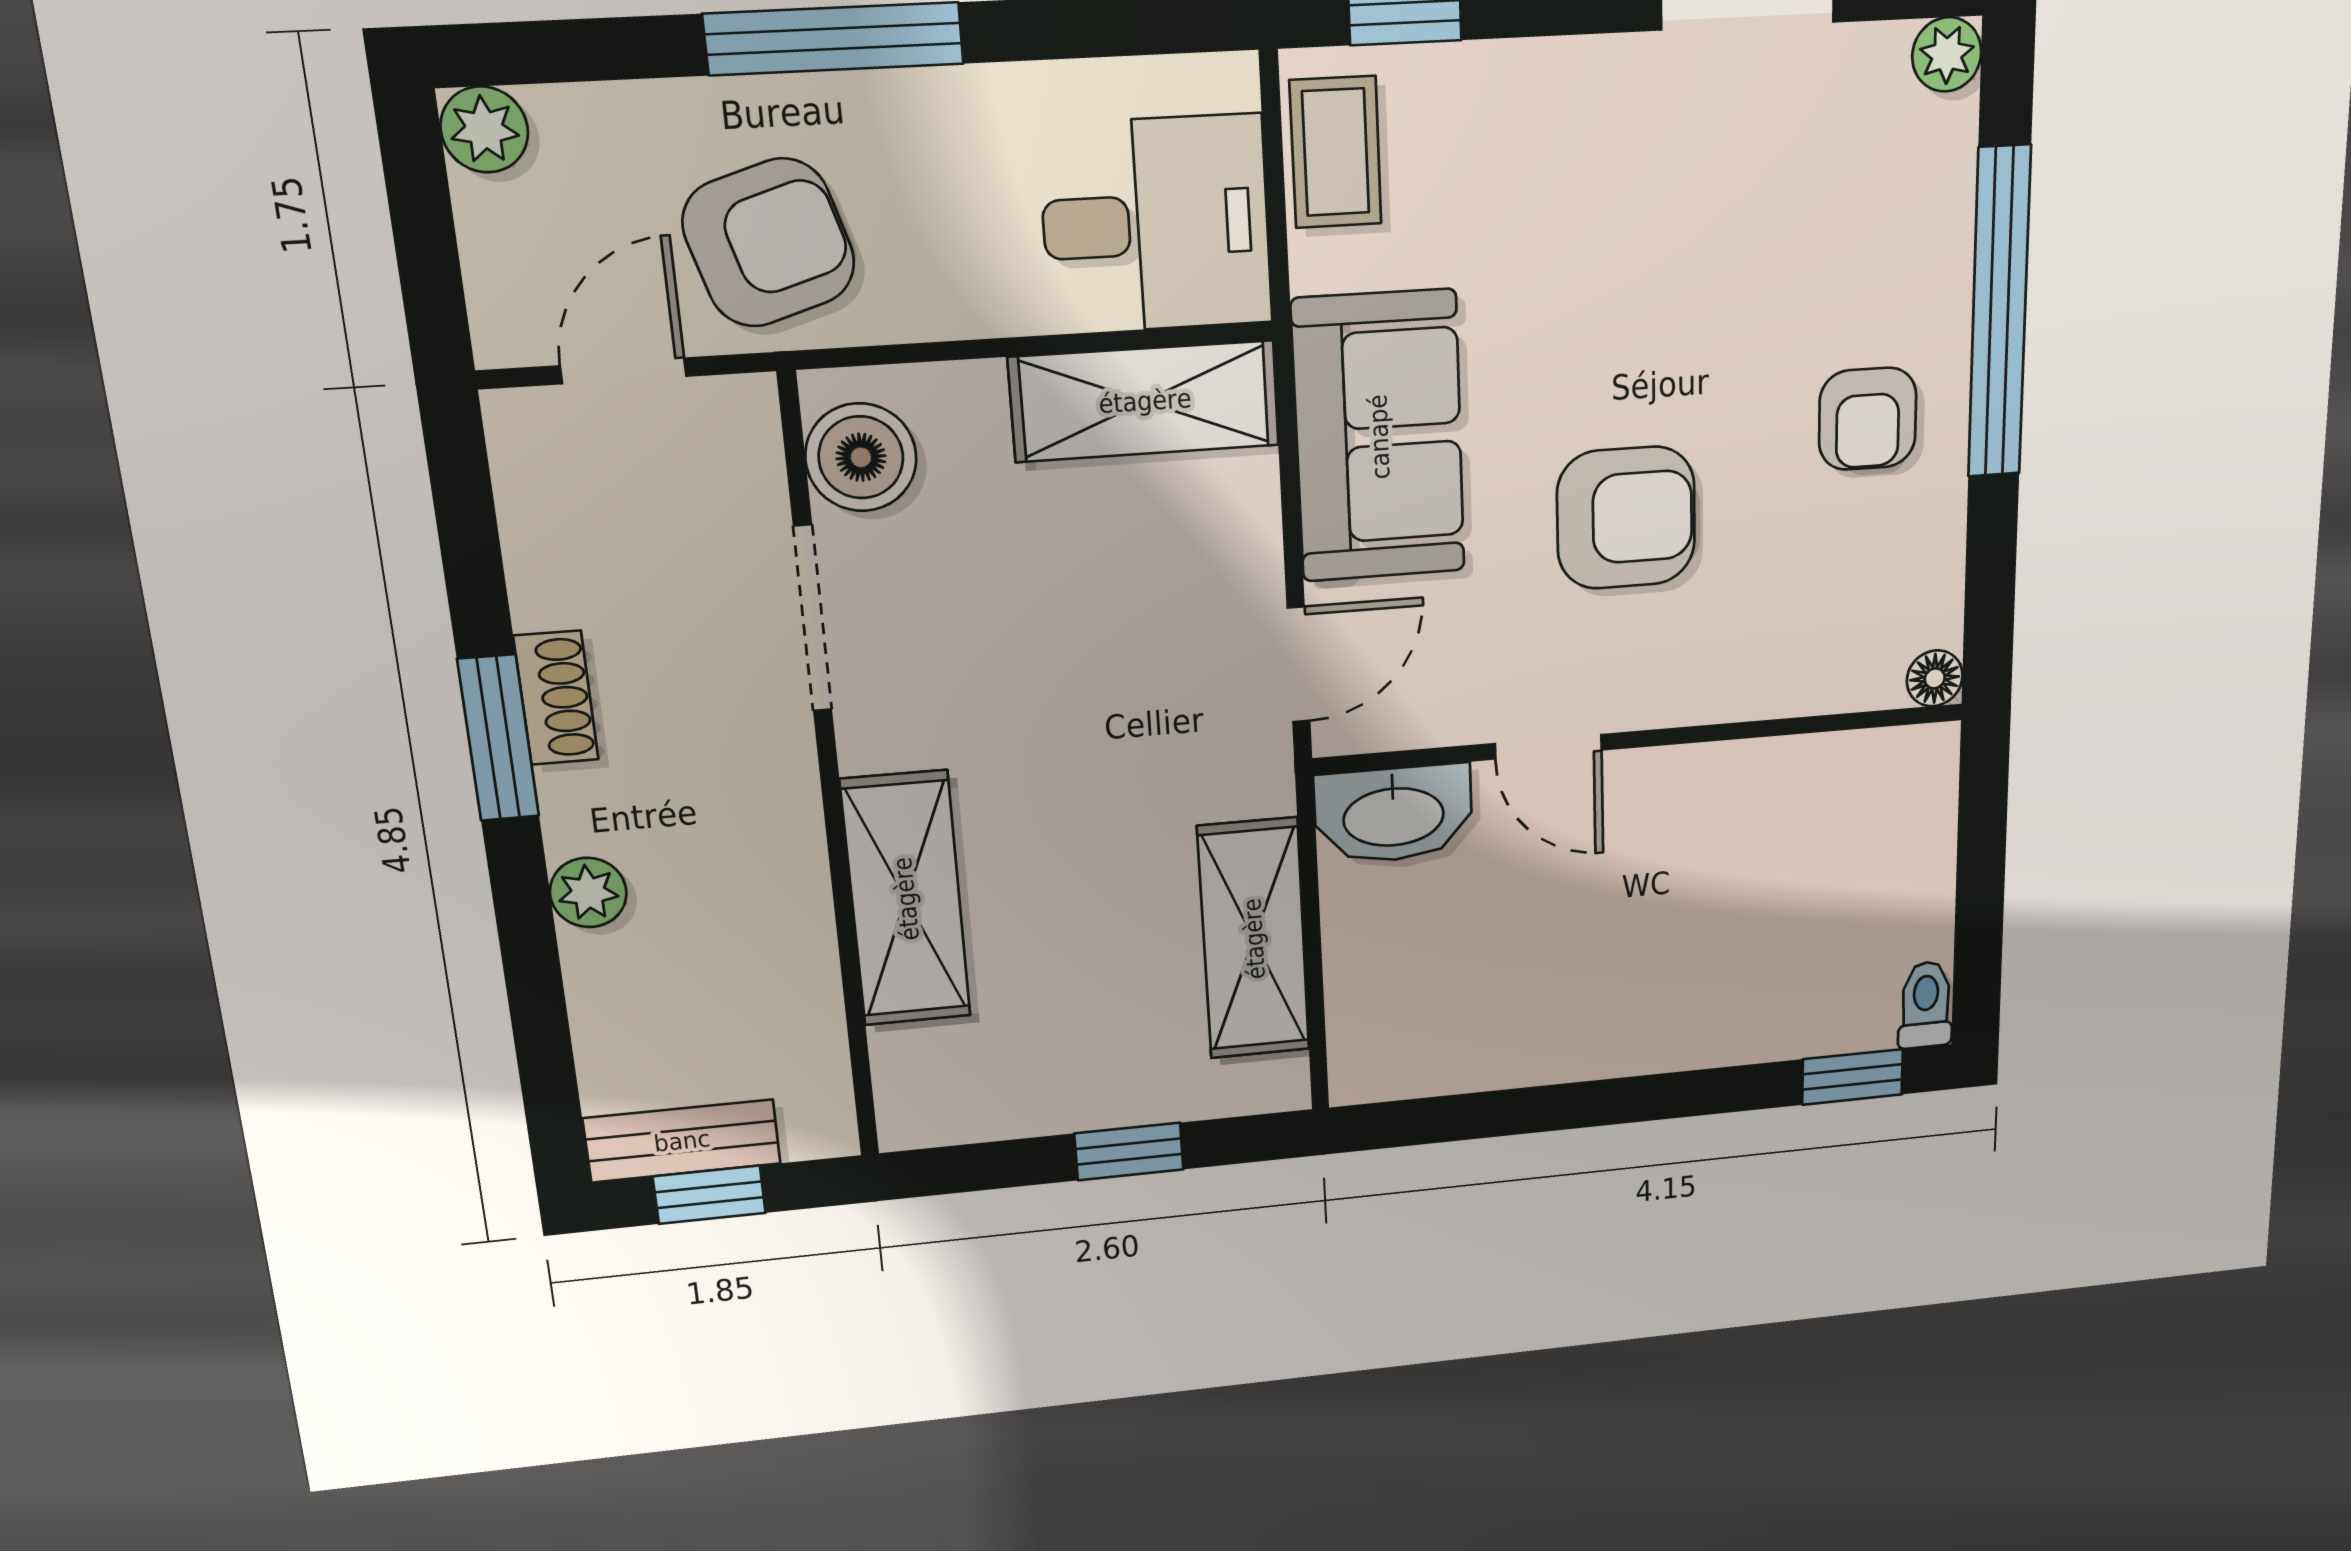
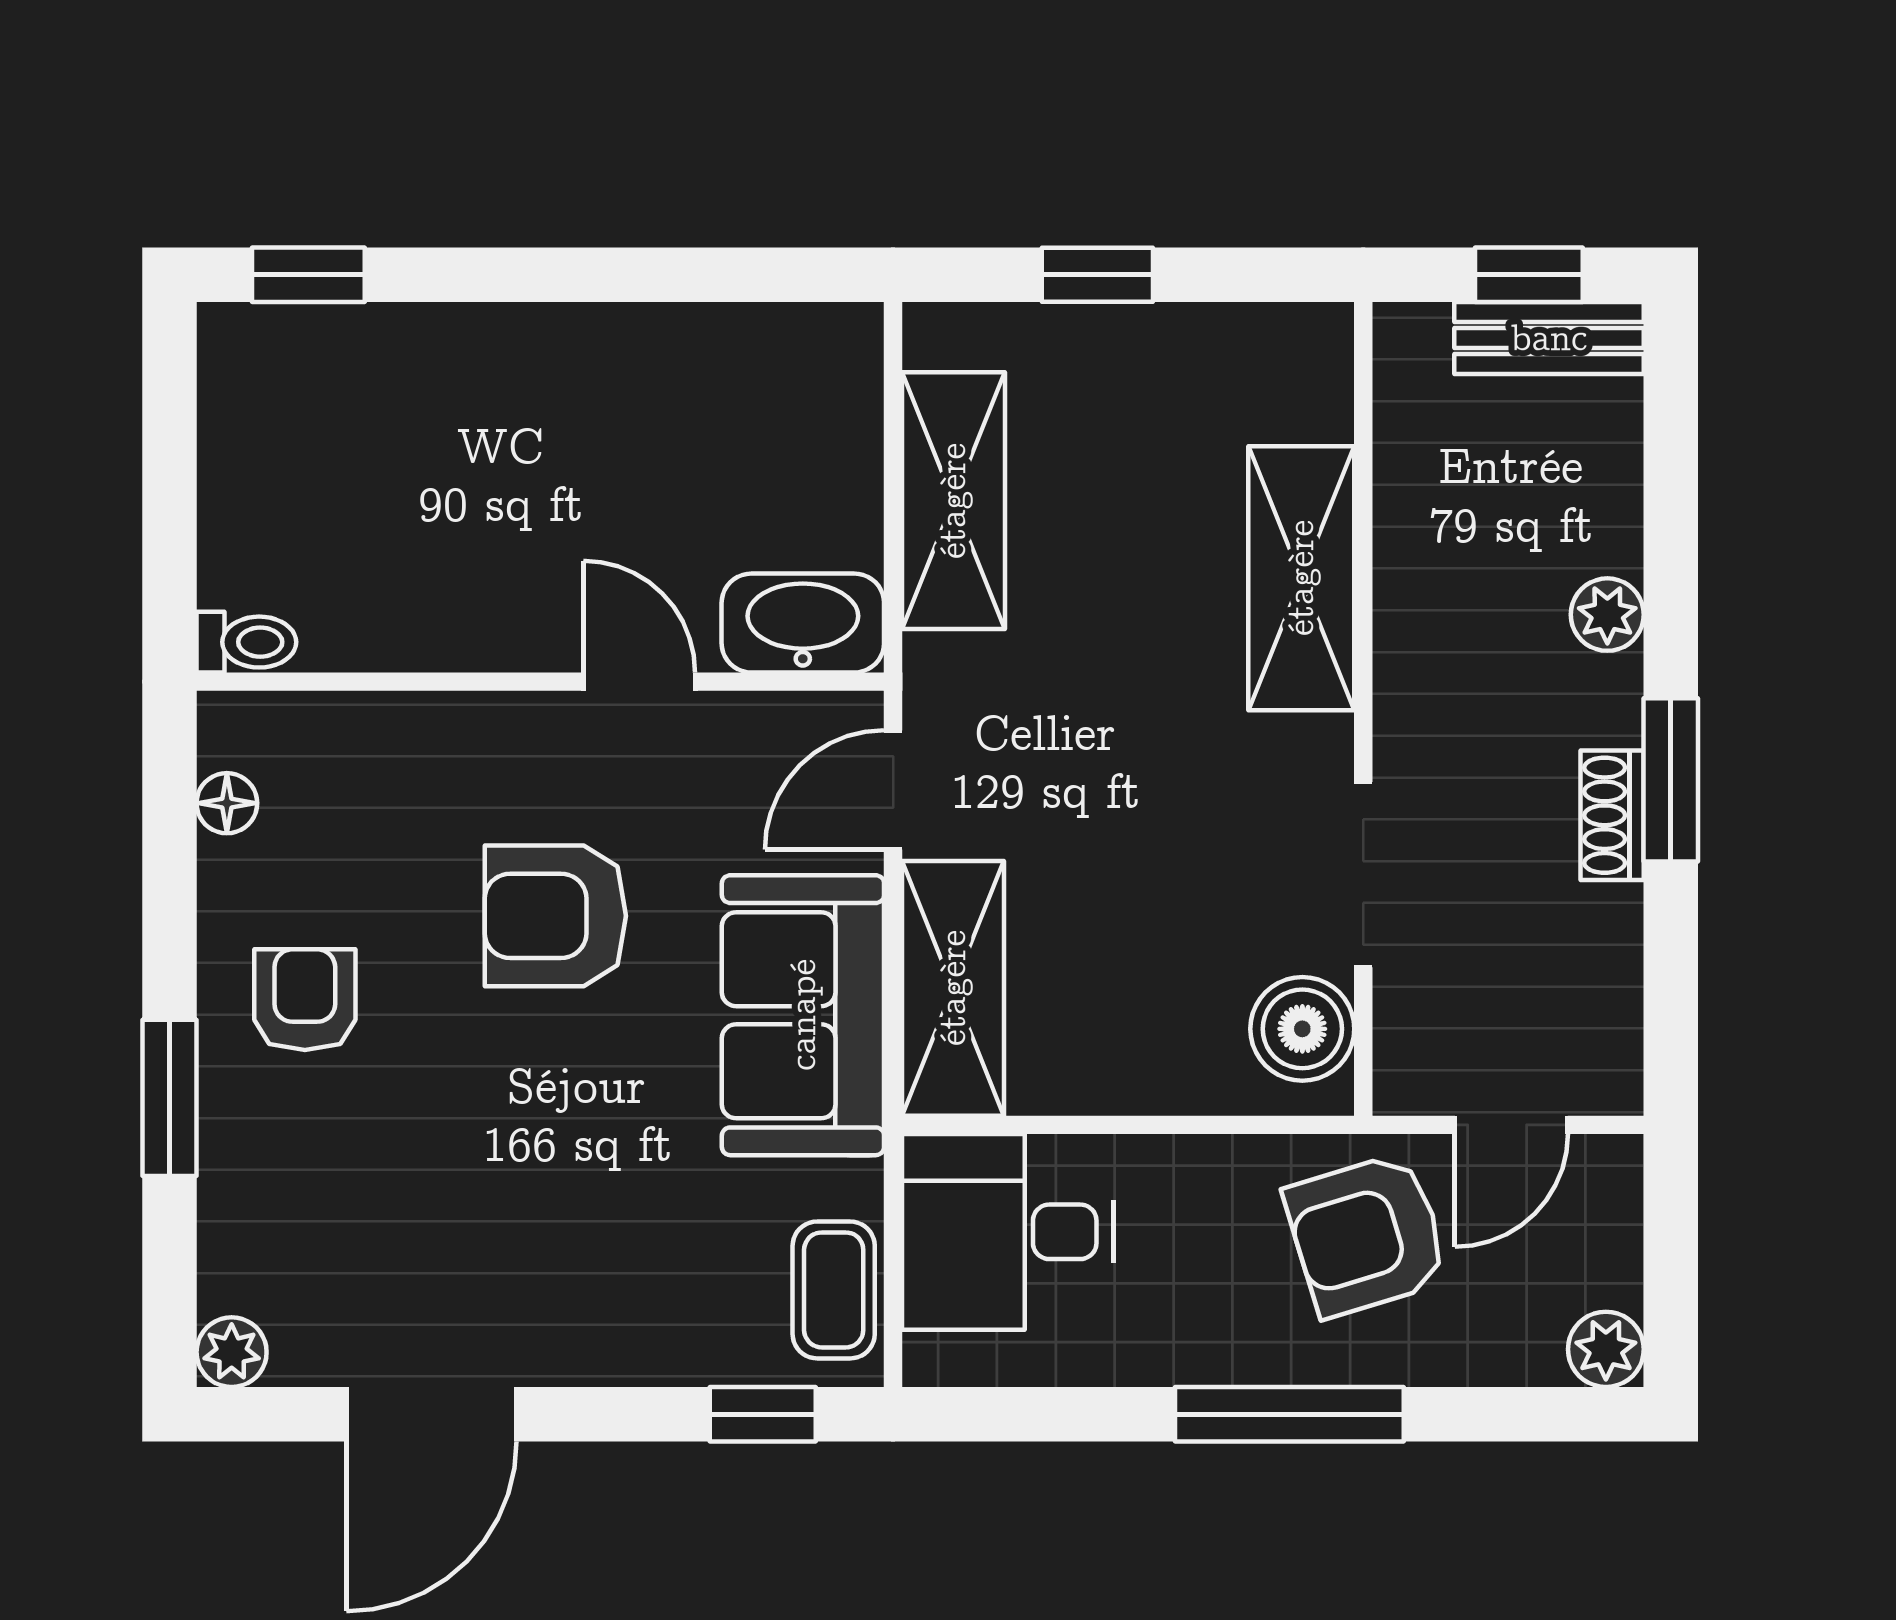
window: (1999, 313) -> (170, 1098), width x0.47
shelving: (1145, 401) -> (953, 988), moved, turned 90
floor lamp: (1935, 678) -> (227, 803), moved
toilet: (1926, 1005) -> (246, 642), moved, turned -90

